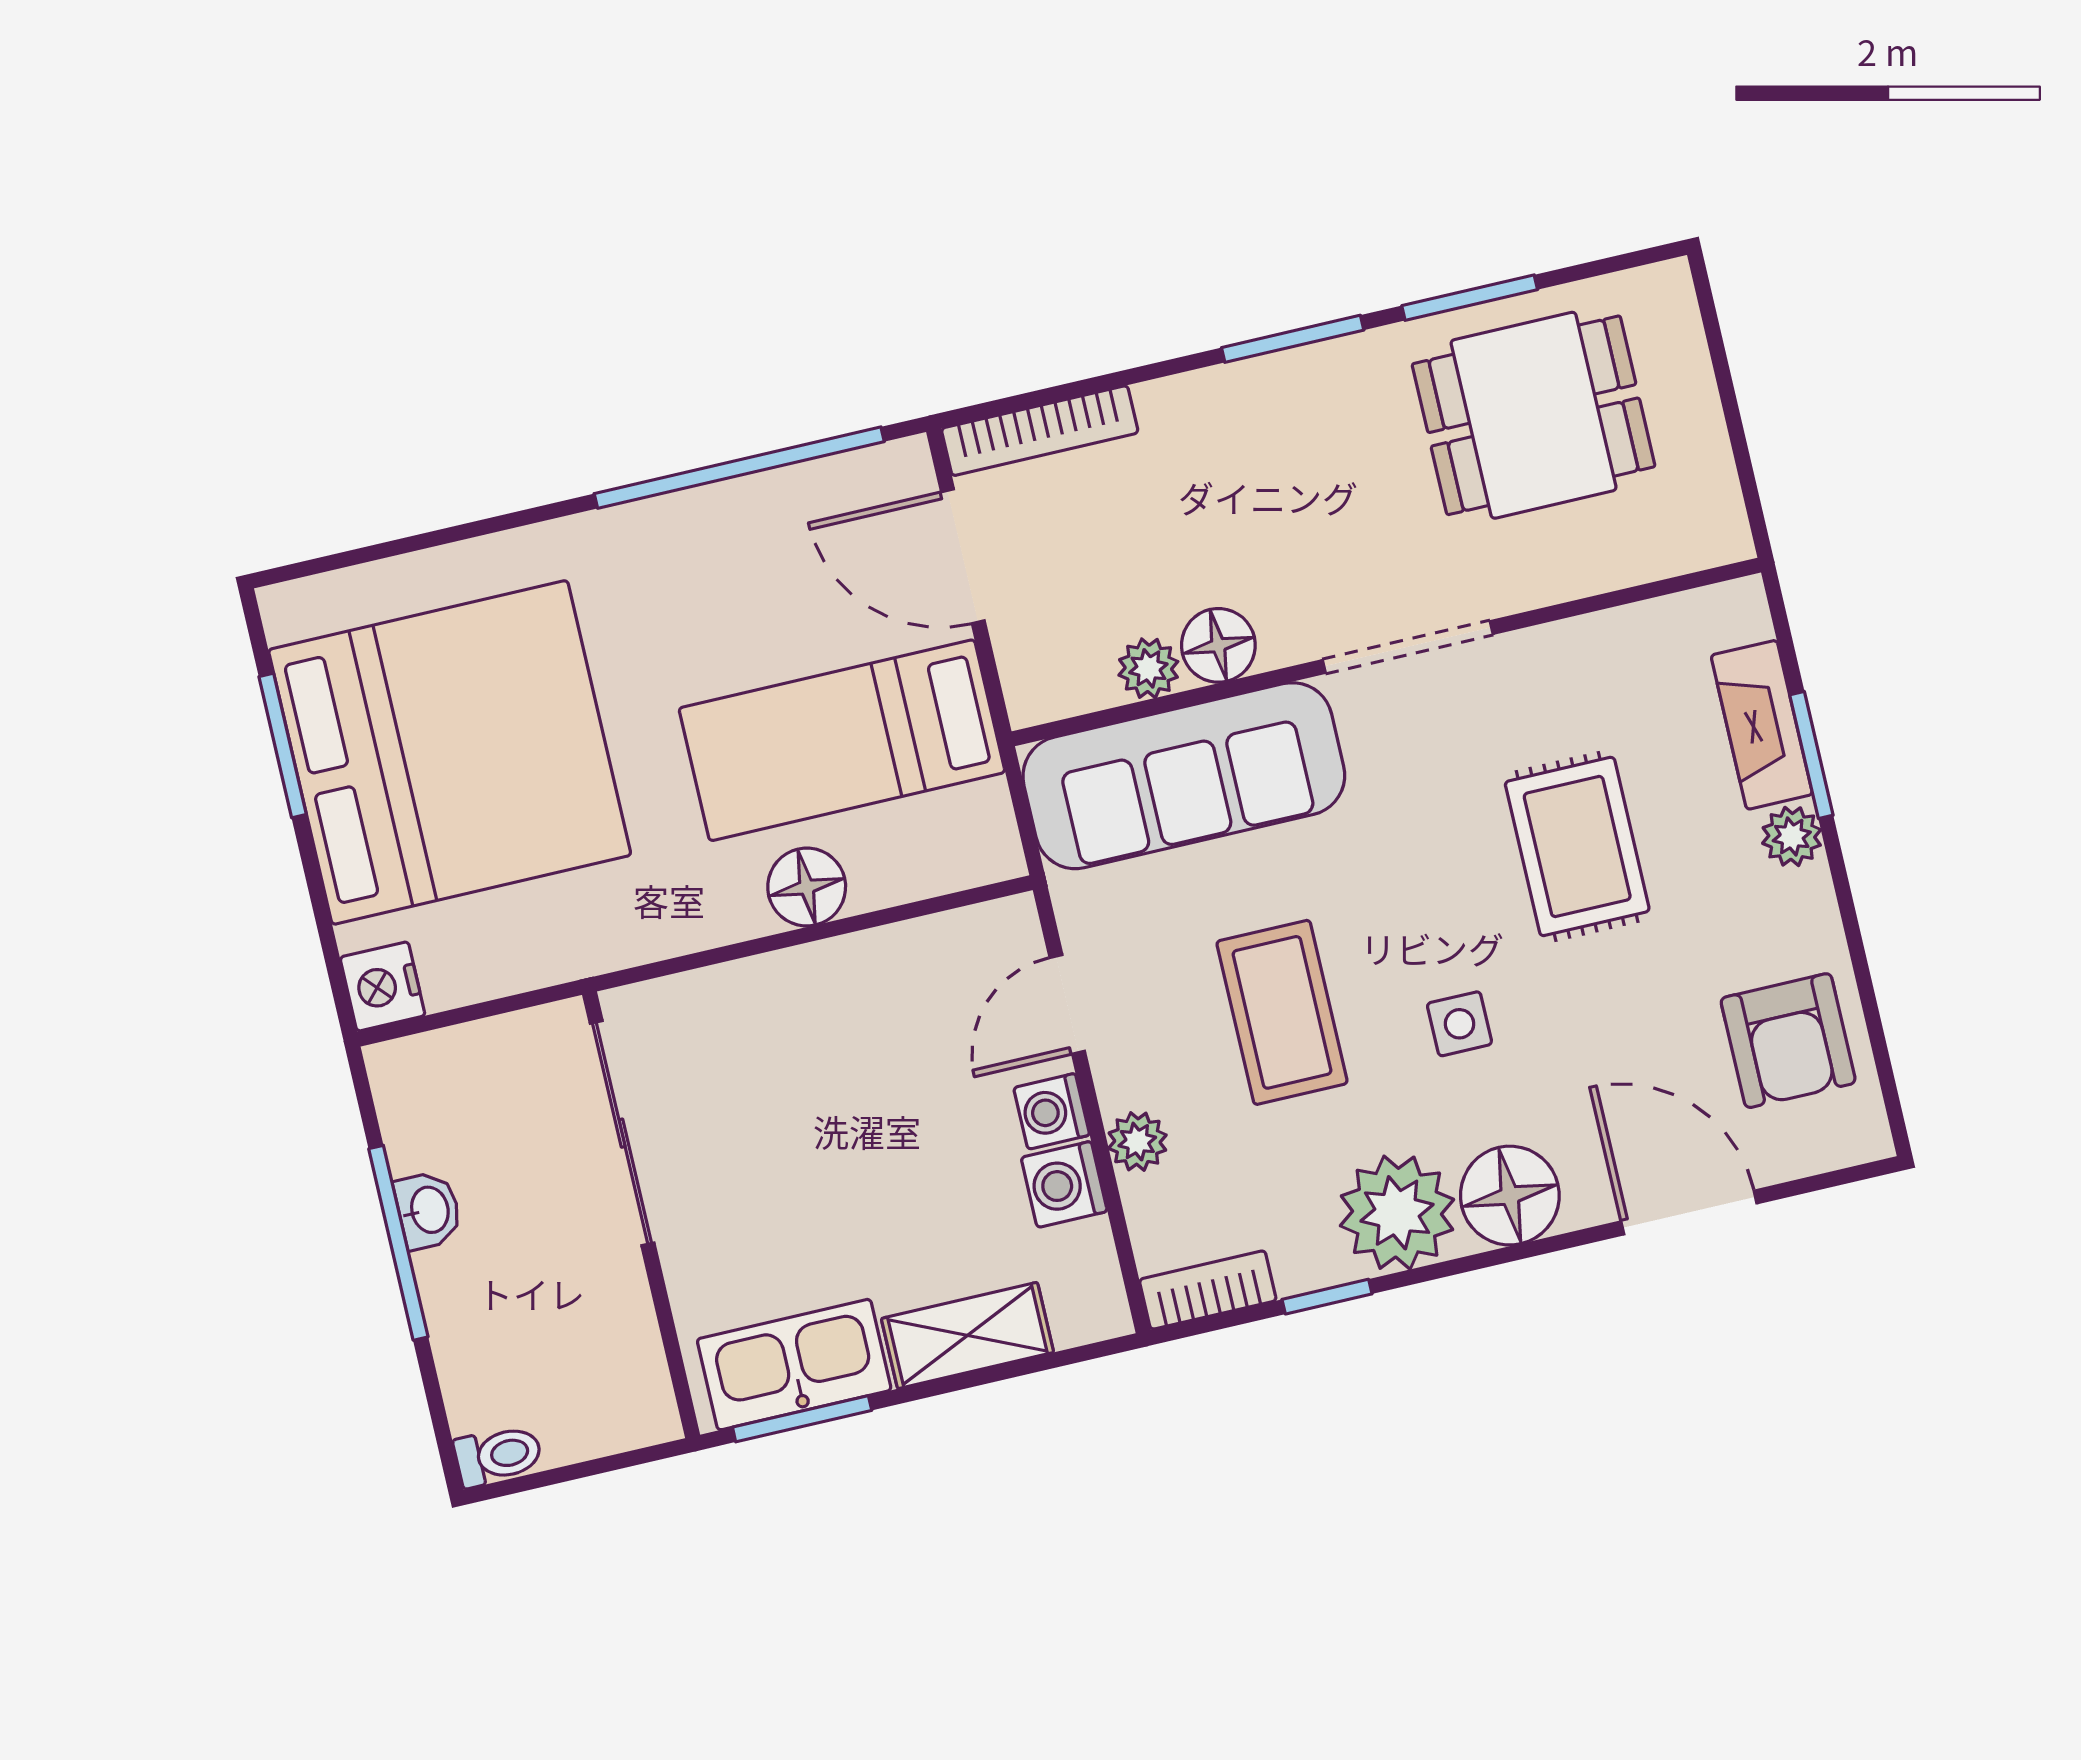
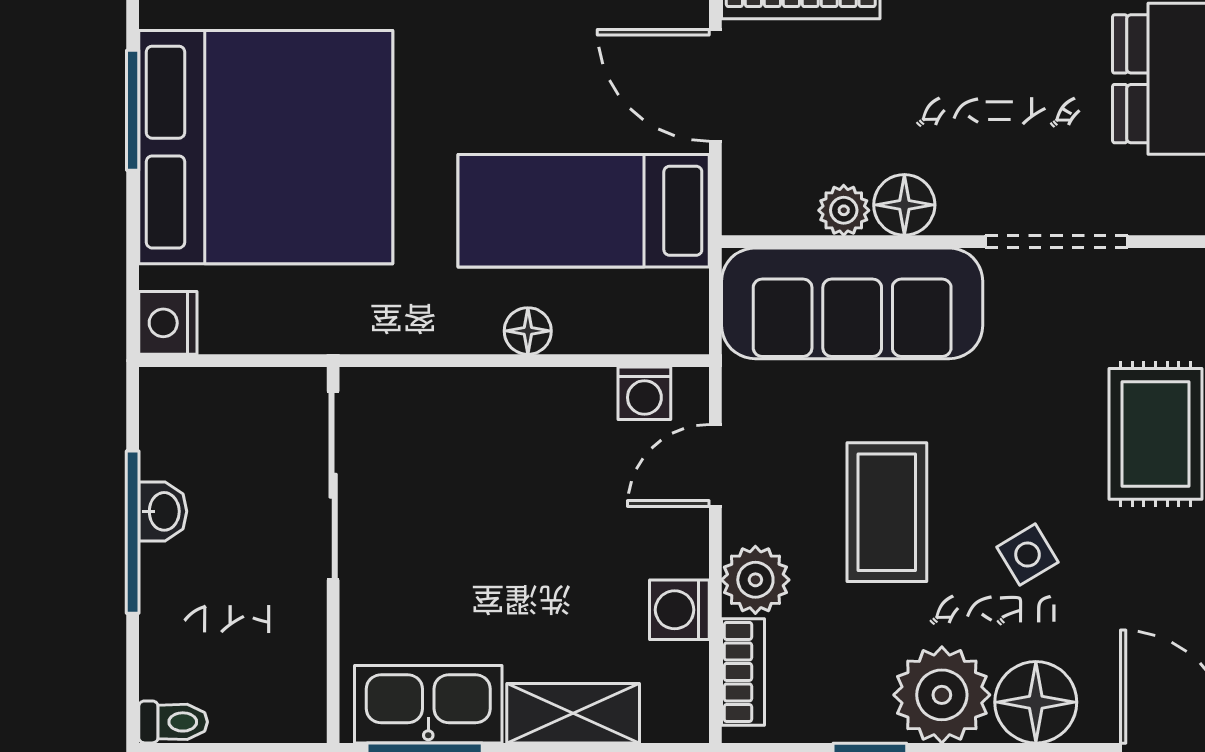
floor lamp: (807, 887) -> (528, 331), width x0.73, depth x0.73
side table: (1459, 1024) -> (1028, 555), turned -31
washing machine: (1052, 1111) -> (644, 393), moved, turned -90
plant: (1137, 1142) -> (755, 580), width x1.38, depth x1.38
bookcase: (1208, 1290) -> (743, 672), moved, turned 90

